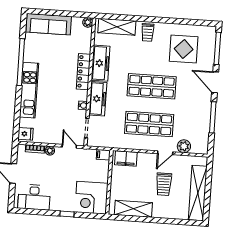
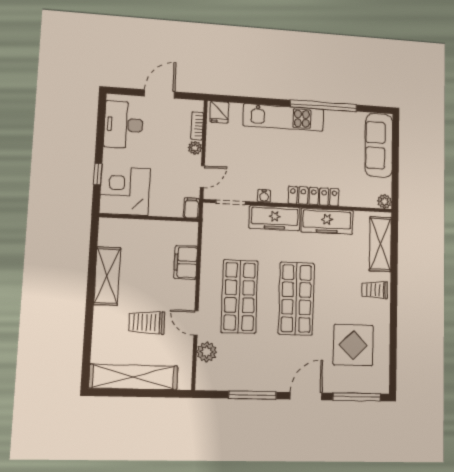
filing cabinet: (103, 155) -> (192, 208), moved
wall: (109, 182) -> (149, 218), moved
corner desk: (91, 198) -> (125, 191), moved

